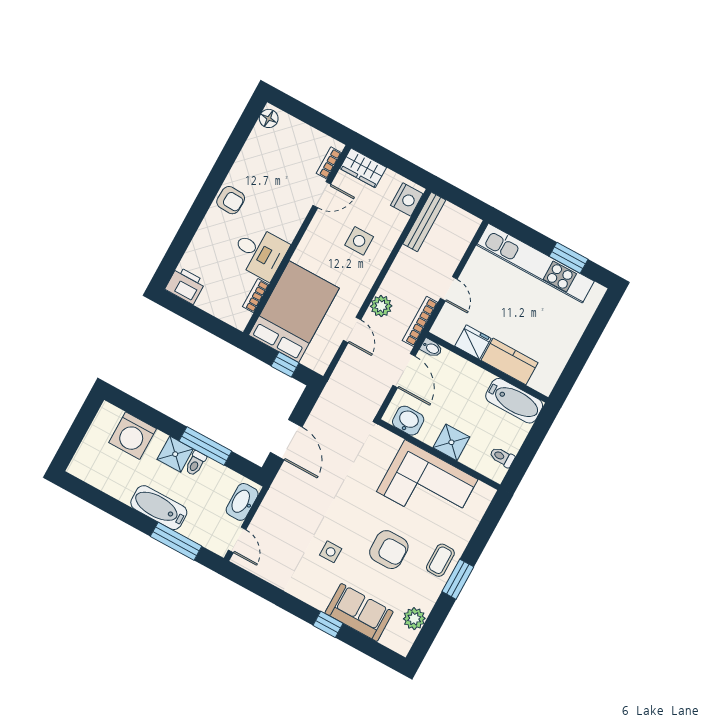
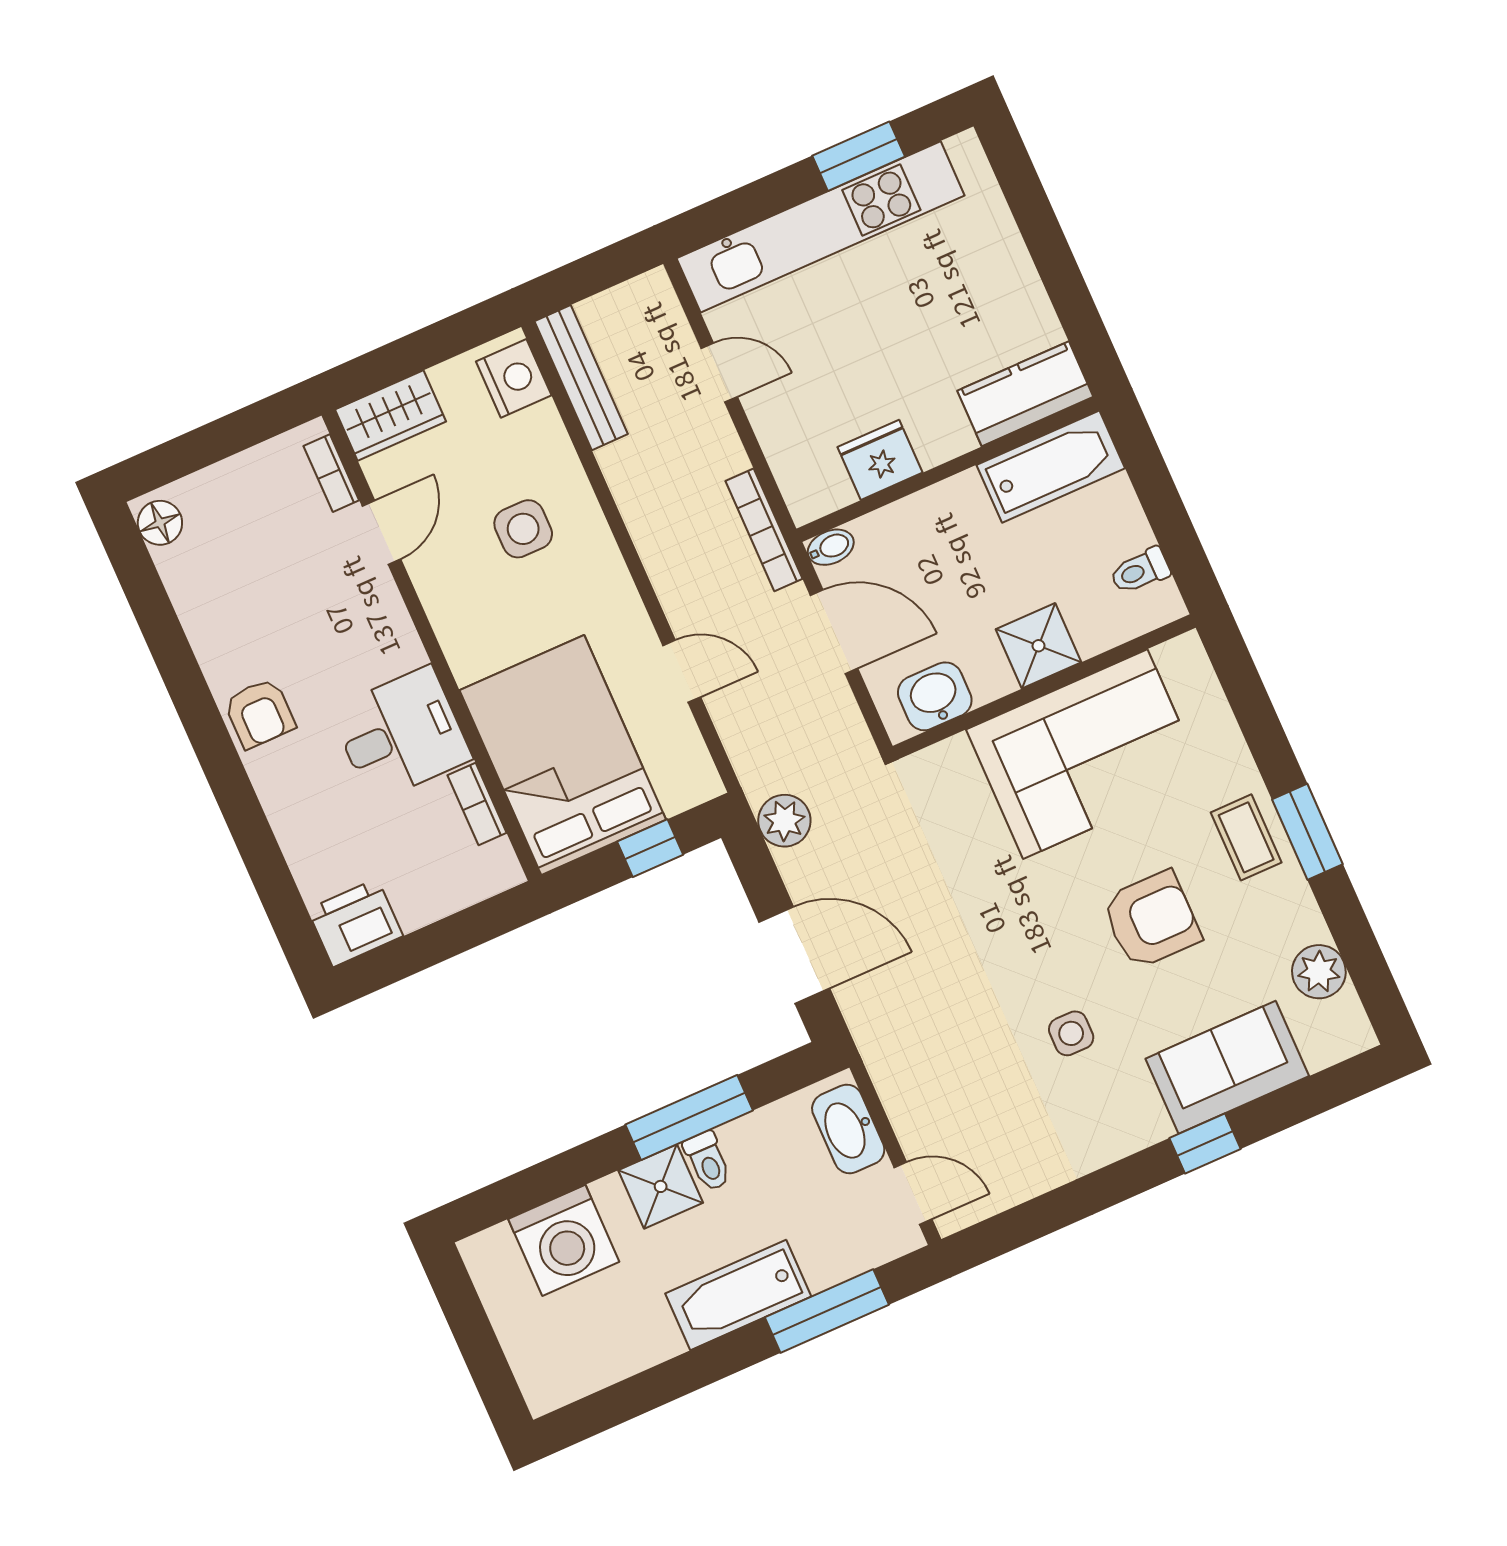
armchair: (231, 200) -> (260, 713), turned 88
door: (449, 289) -> (719, 372), moved
plant: (381, 306) -> (784, 821), moved
kitchen counter: (509, 361) -> (1025, 394), moved

